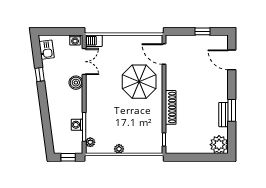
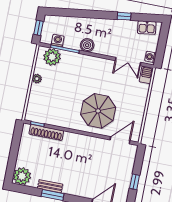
boiler: (76, 83) -> (87, 45), moved
shoe rack: (171, 107) -> (46, 132), moved
washing machine: (77, 125) -> (58, 40), moved
plant: (90, 142) -> (52, 57), width x1.87, depth x1.87

